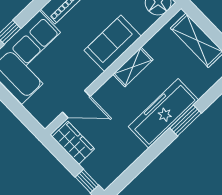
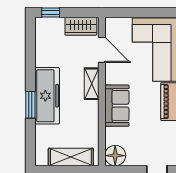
shelving: (133, 67) -> (92, 84), moved
door: (76, 104) -> (102, 50), swing flipped

